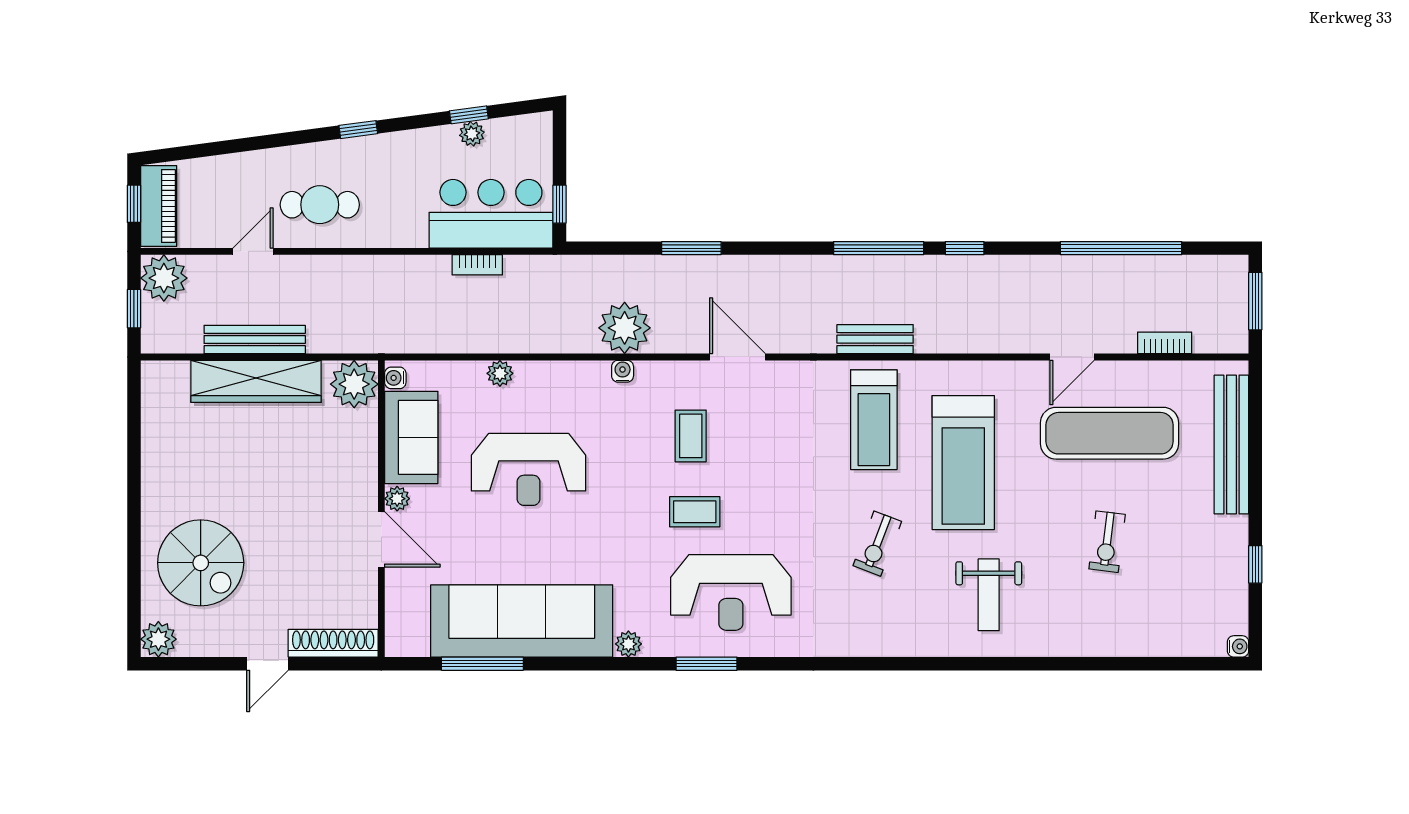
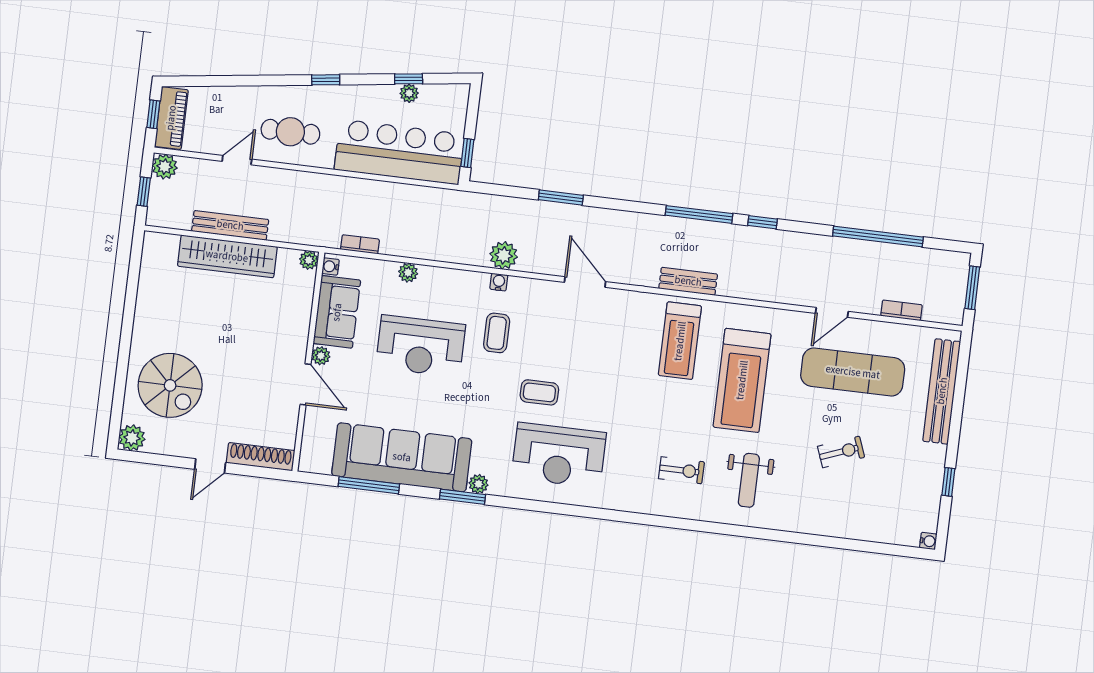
bar counter: (491, 214) -> (399, 152), width x1.36
bookcase: (477, 265) -> (360, 244), moved, turned 180
plant: (164, 278) -> (165, 167), width x0.73, depth x0.73
plant: (625, 328) -> (504, 255), width x0.73, depth x0.73
plant: (354, 384) -> (309, 260), width x0.53, depth x0.53
coffee table: (691, 436) -> (497, 333), moved
exercise bike: (1107, 542) -> (841, 452), turned -118
exercise bike: (877, 544) -> (681, 470), moved, turned -111
window: (707, 664) -> (463, 497), moved

